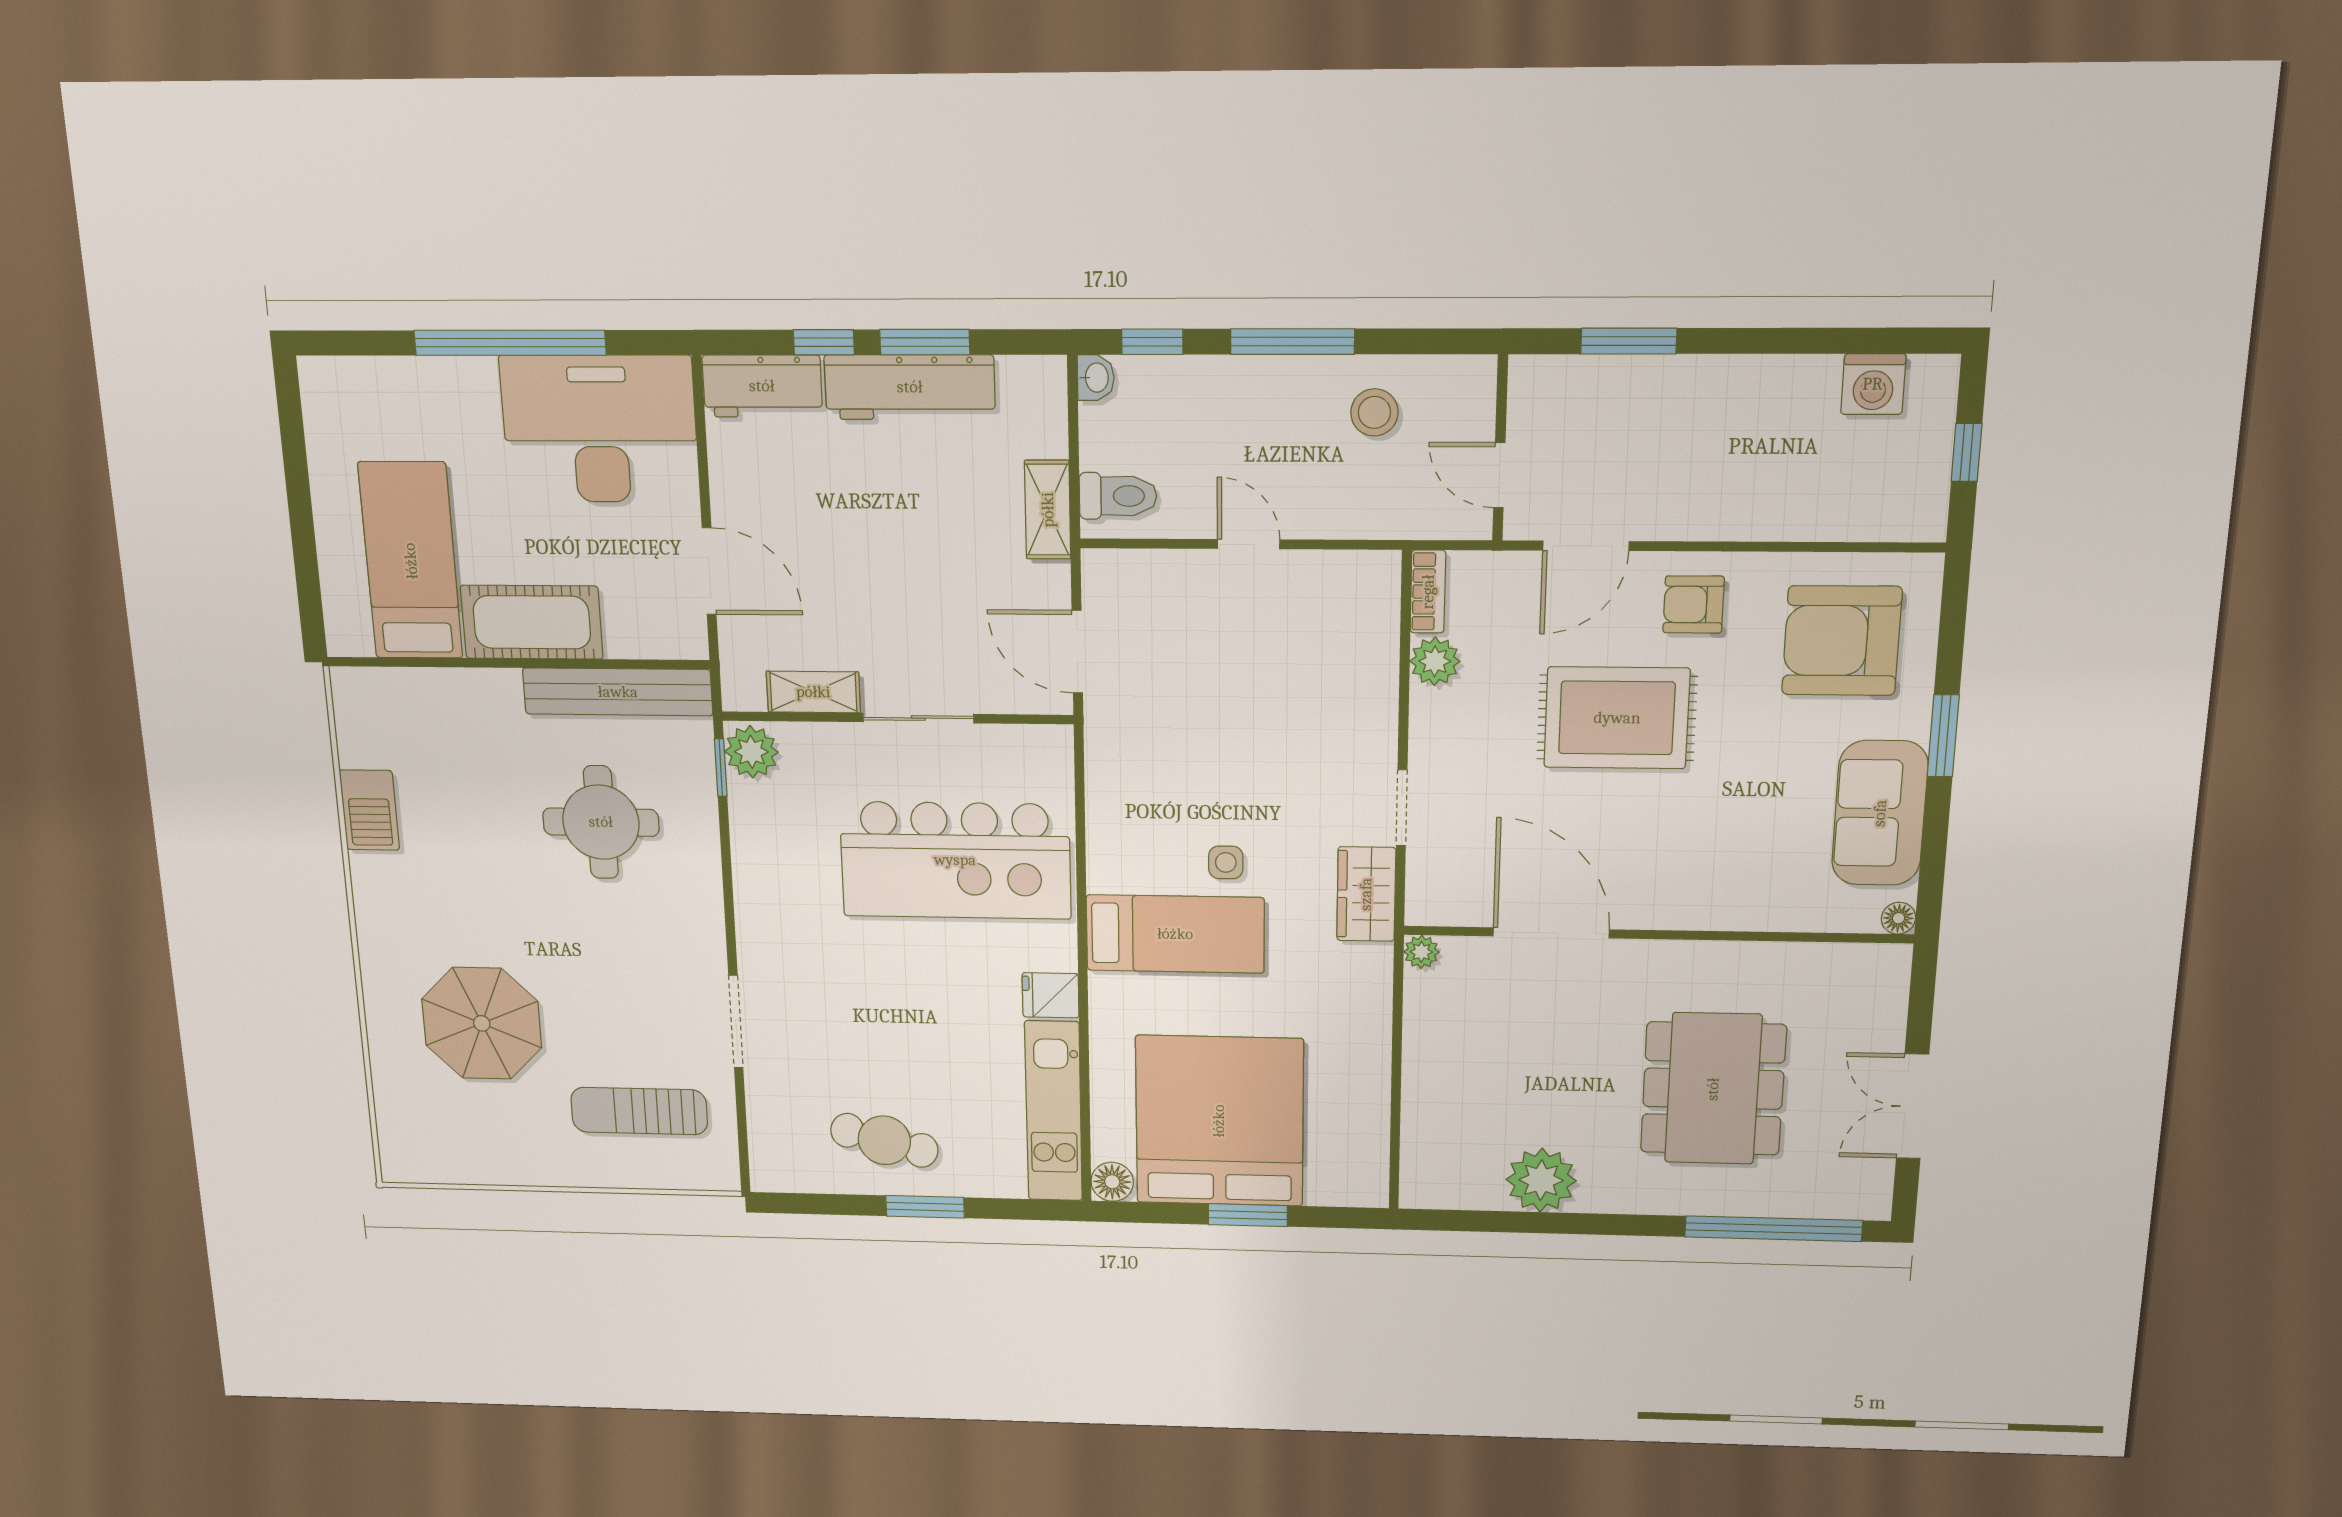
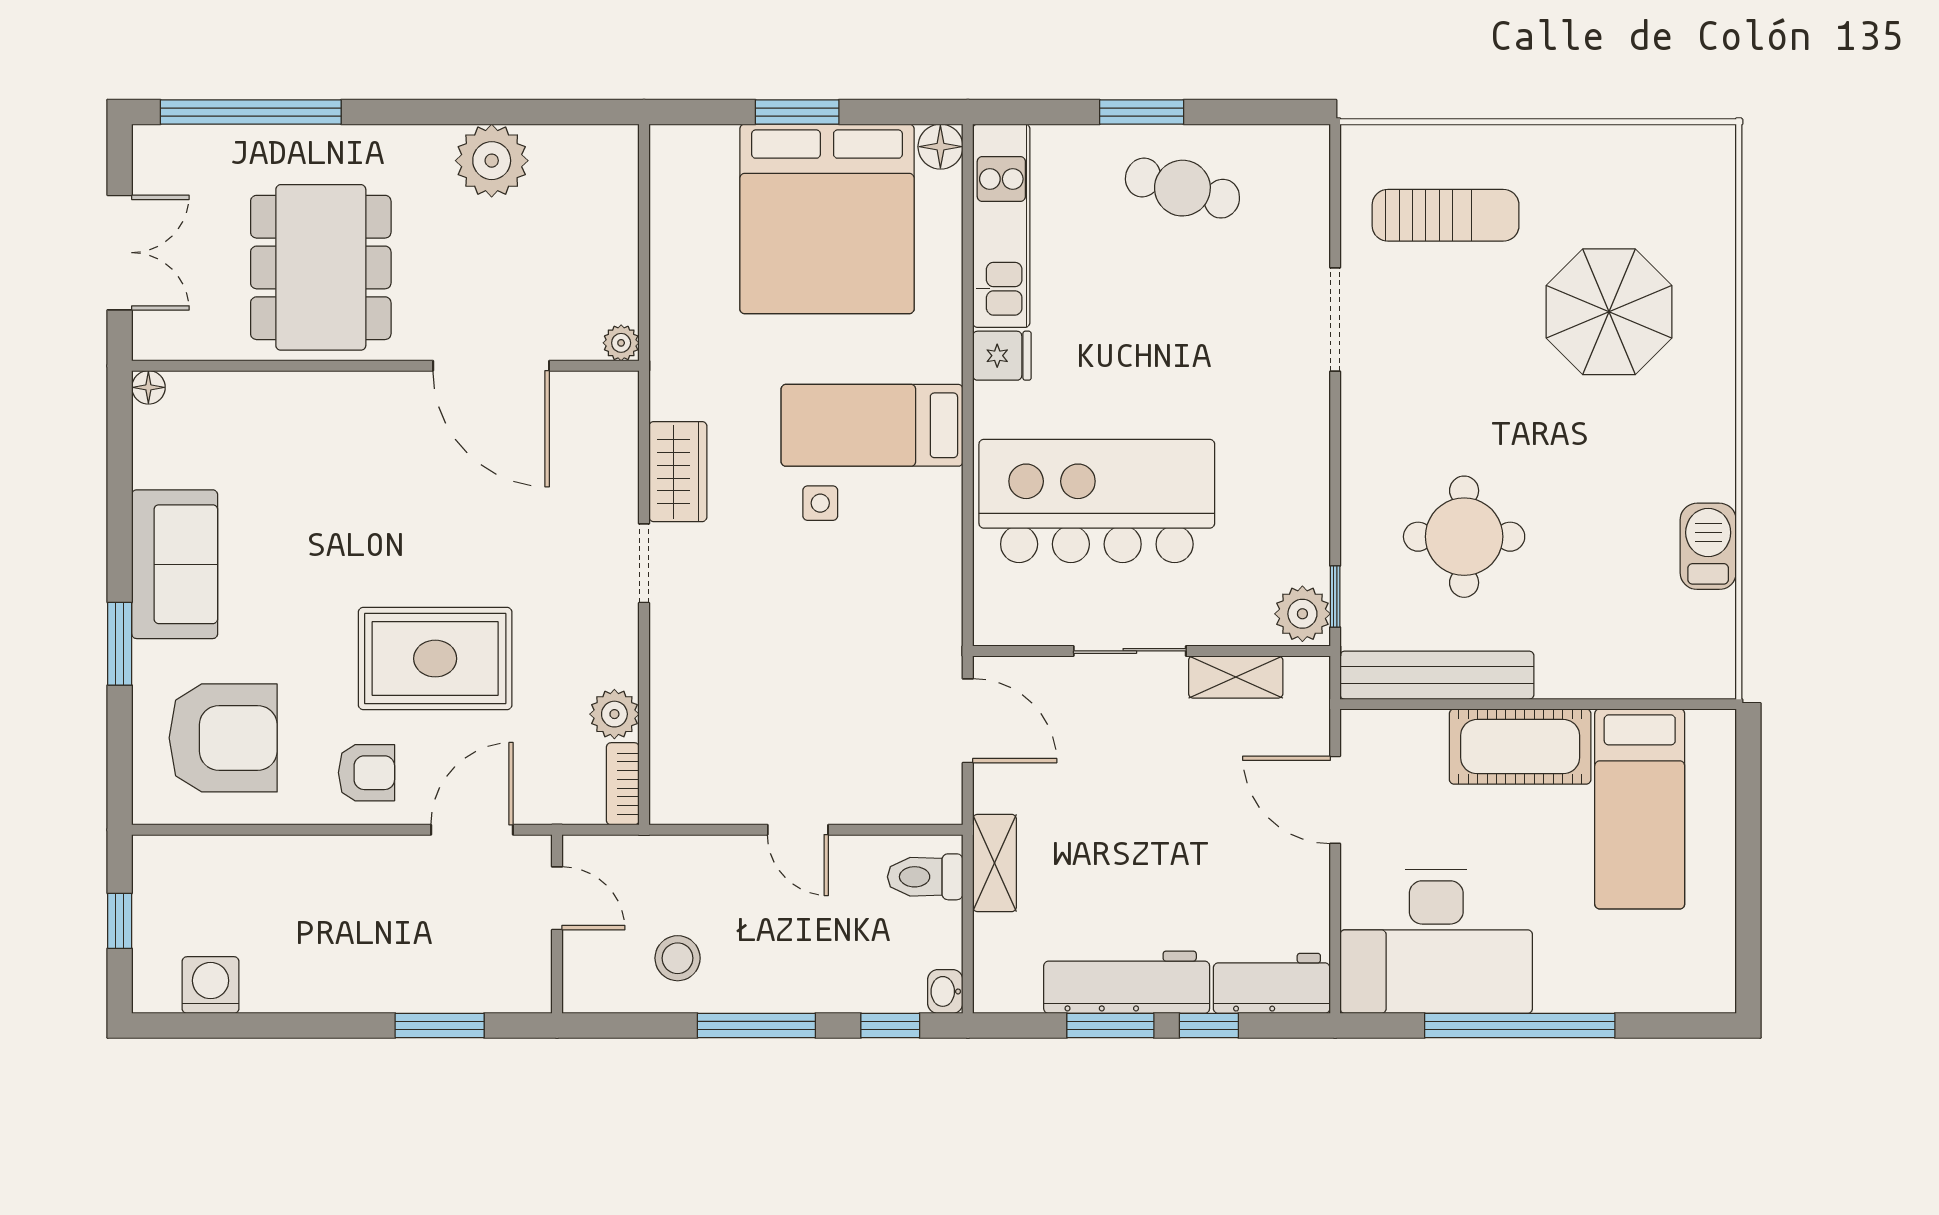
floor lamp: (1899, 918) -> (148, 387), moved
door: (1551, 933) -> (491, 366), moved
wall: (1657, 935) -> (385, 366), moved
plant: (1421, 952) -> (621, 343), moved

